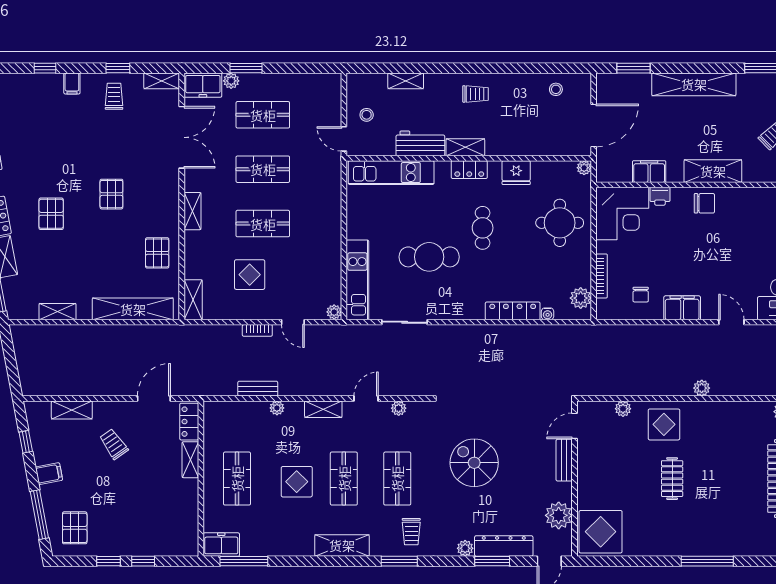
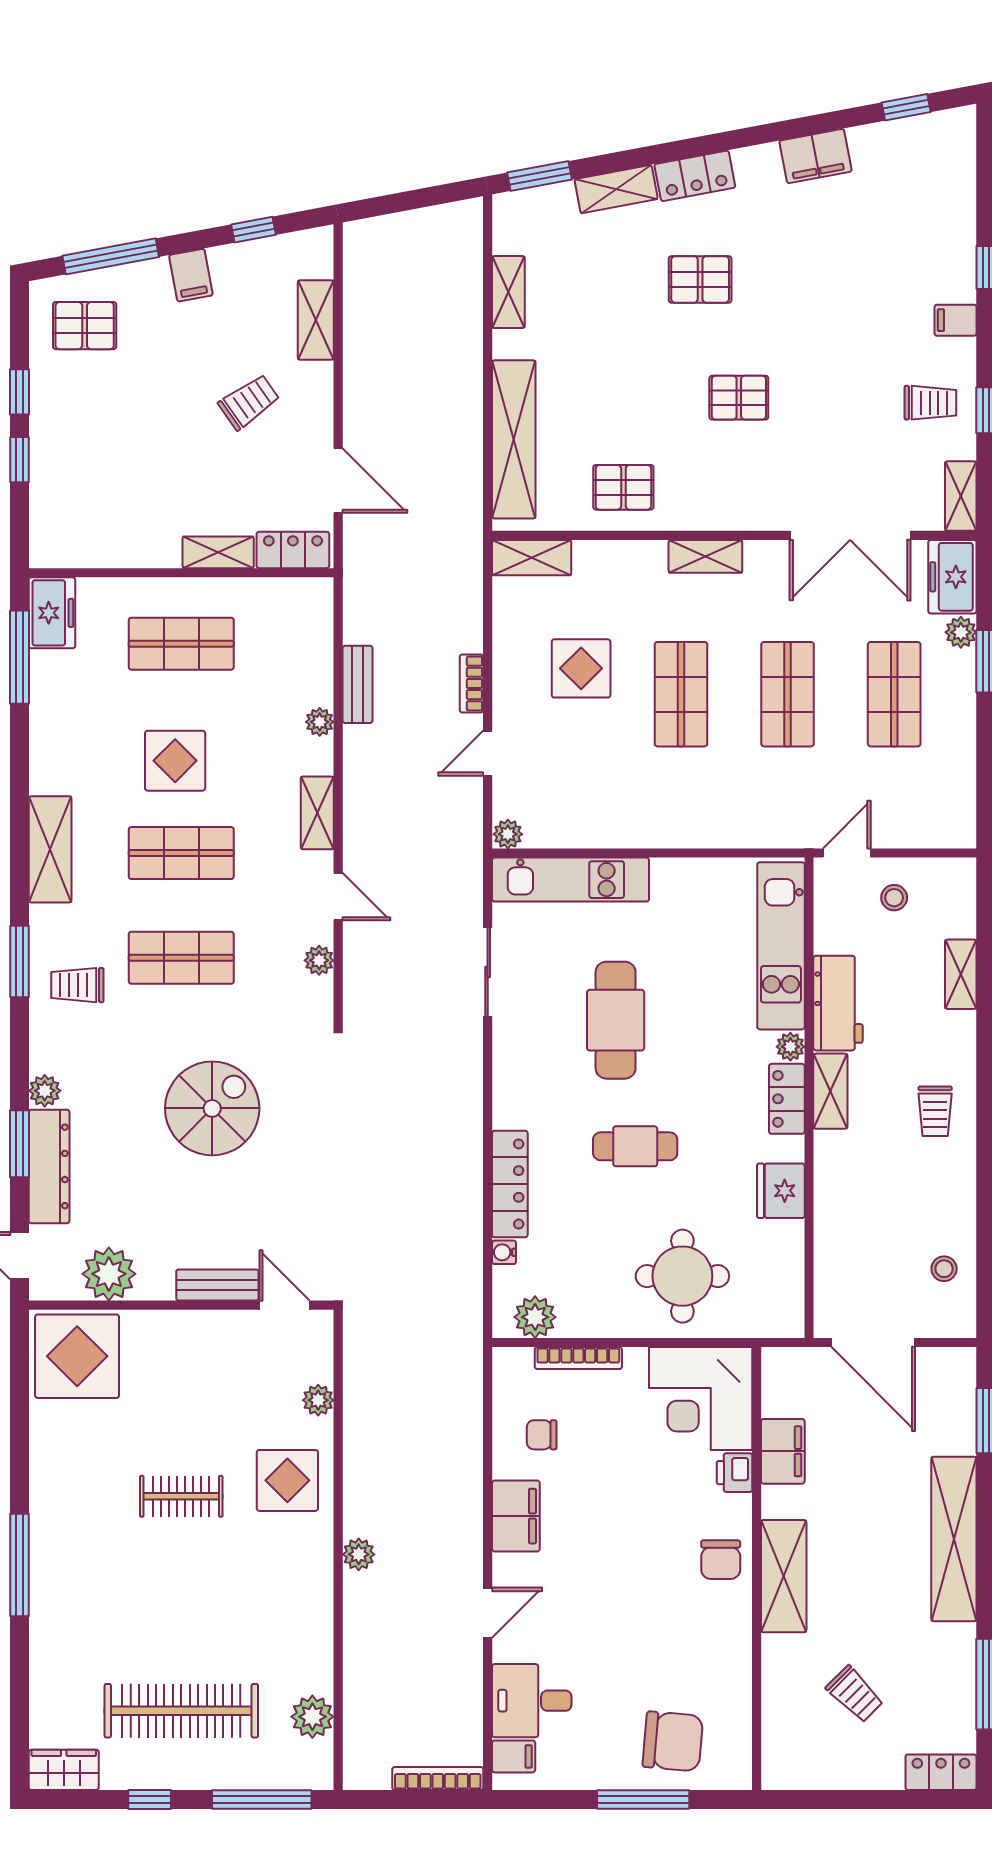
plant: (584, 168) -> (790, 1047), moved
cafe table: (483, 228) -> (635, 1146), moved

